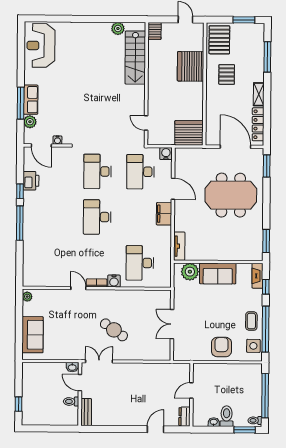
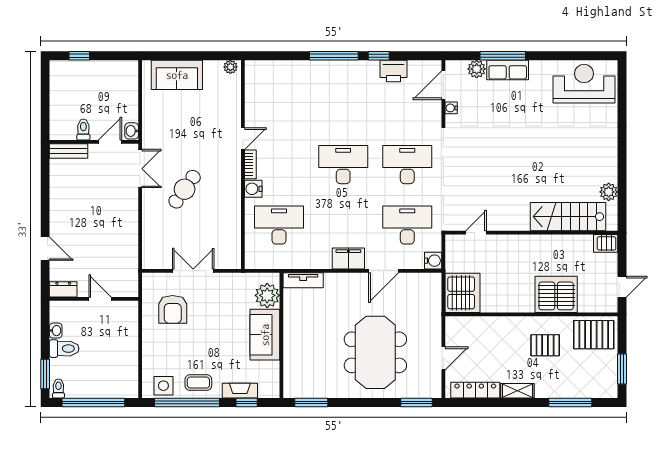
door: (235, 147) -> (443, 358), width x0.53
fireplace: (257, 276) -> (240, 391), moved
armchair: (221, 347) -> (173, 309), moved, turned 90

